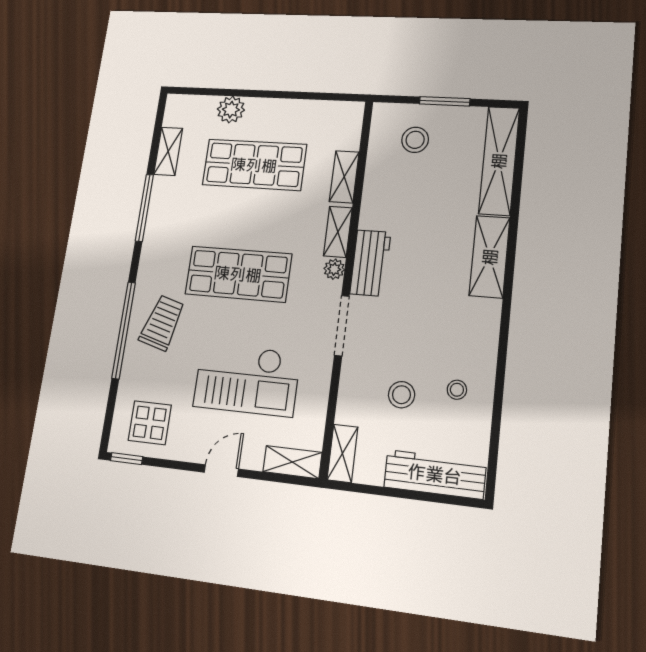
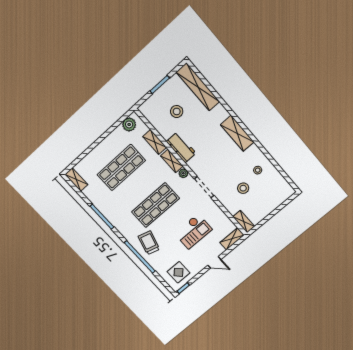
plant: (231, 110) -> (129, 124), moved
stool: (415, 140) -> (177, 111), moved
shelving: (168, 151) -> (76, 180), moved
shelving: (490, 257) -> (237, 133), moved
workbench: (370, 263) -> (181, 147), moved
checkout: (247, 380) -> (193, 231), width x0.73, depth x0.83
door: (221, 471) -> (214, 262), swing flipped
workbench: (435, 474) -> (276, 200), removed

